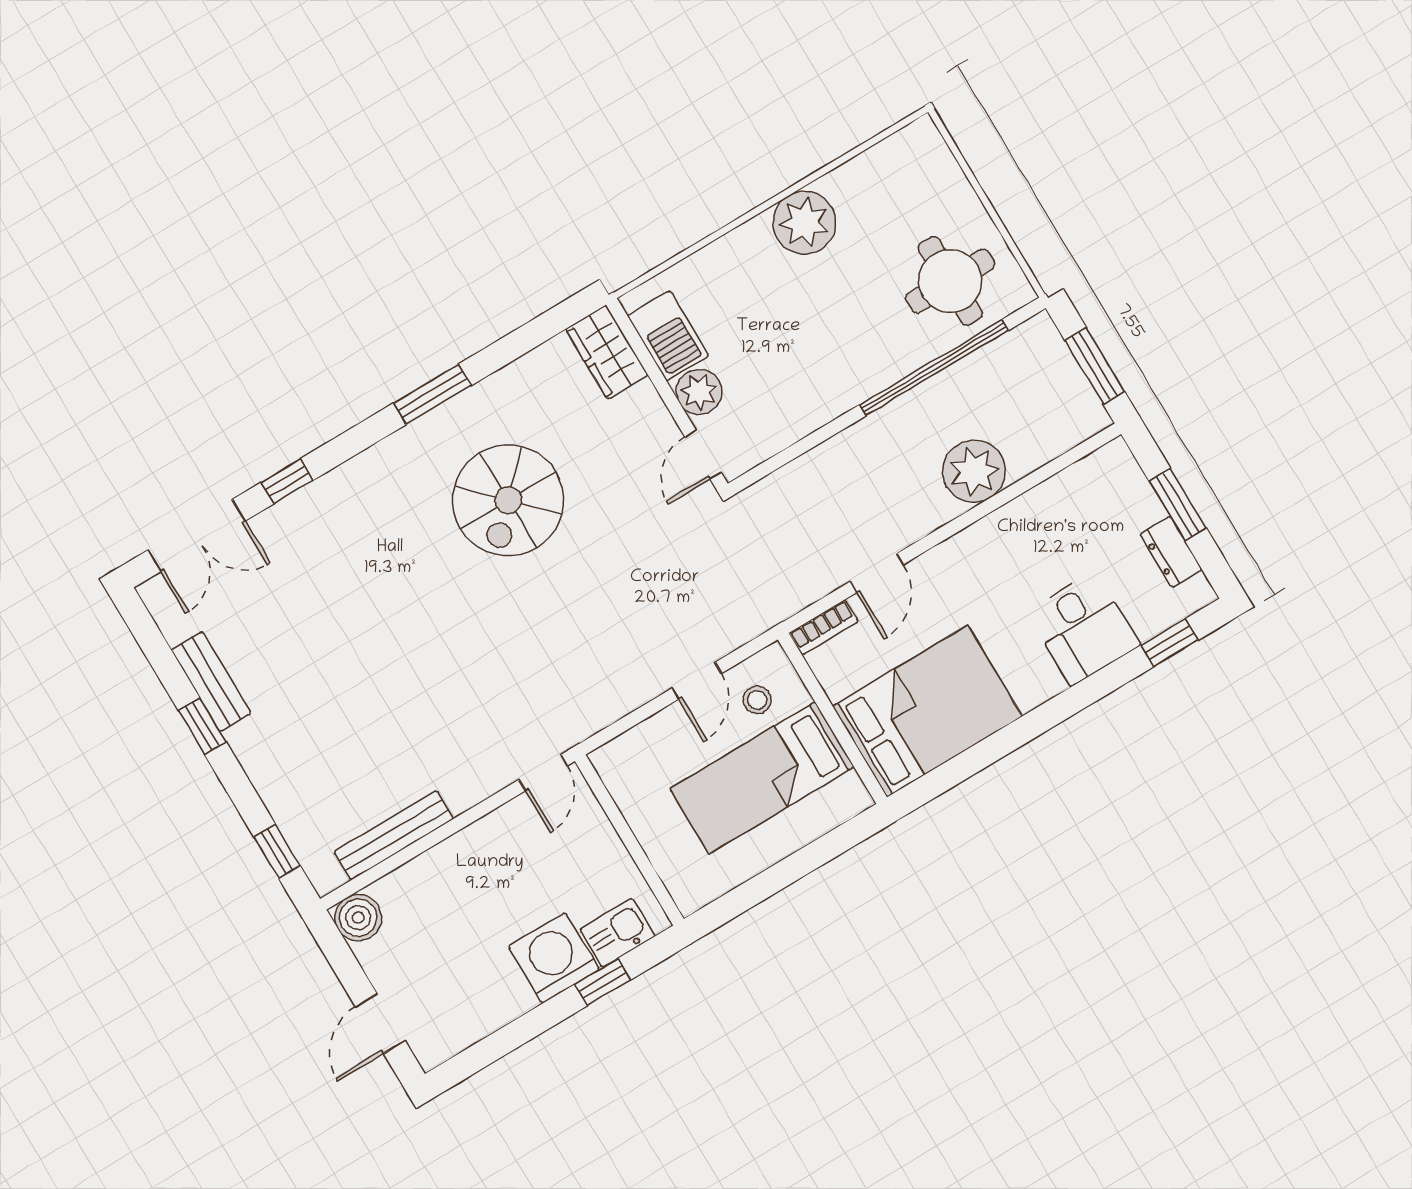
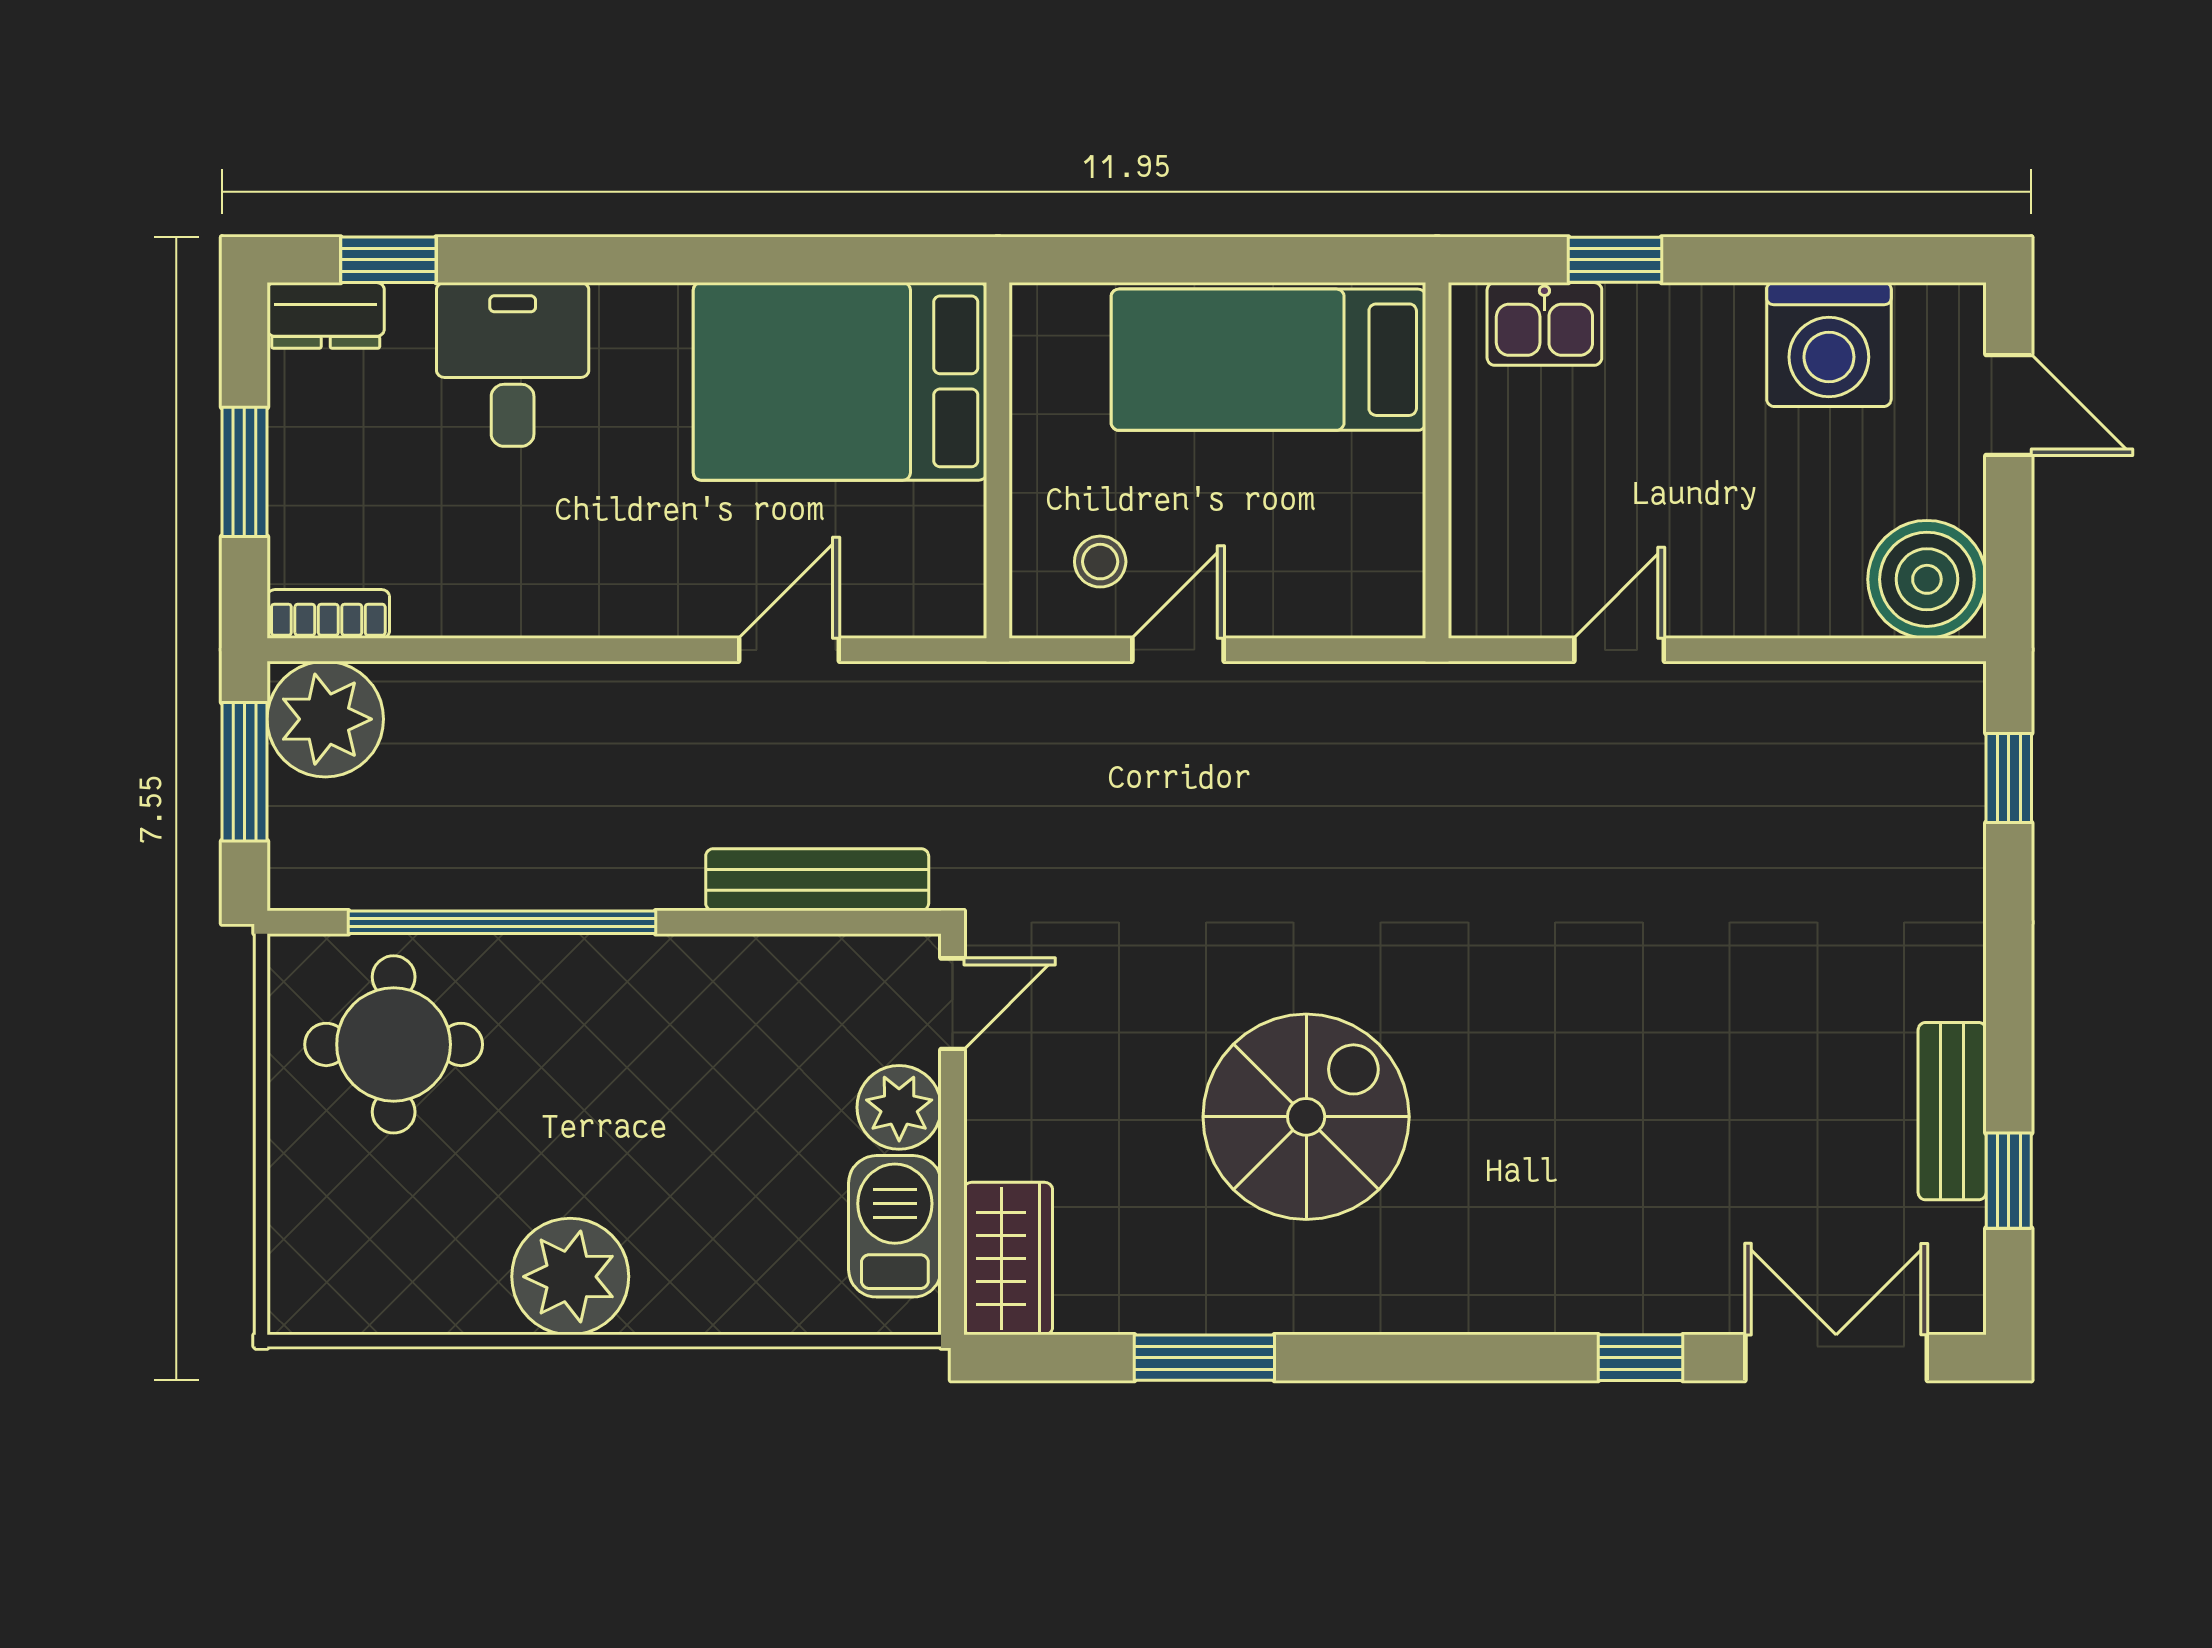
window: (432, 394) -> (1204, 1358), moved
plant: (974, 471) -> (325, 719), moved
dresser: (1171, 552) -> (326, 315), moved, turned 90
bookcase: (823, 627) -> (328, 614), moved
window: (202, 726) -> (2009, 1181), moved
door: (543, 773) -> (1619, 650), moved
bed: (762, 778) -> (1269, 360), moved, turned 180
bench: (394, 835) -> (817, 880), moved
boiler: (358, 918) -> (1927, 579), width x1.37, depth x1.37
washing machine: (554, 958) -> (1829, 345), moved
door: (380, 1024) -> (2009, 405), hinge flipped

